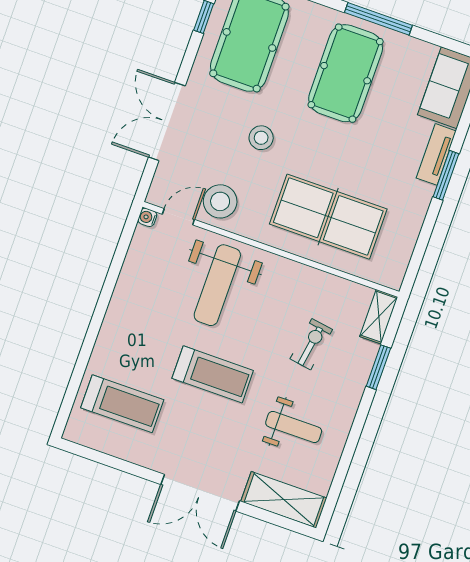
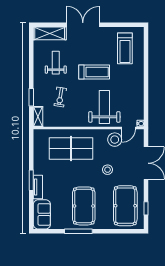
treadmill: (213, 374) -> (94, 72), turned 180
treadmill: (122, 404) -> (125, 48), turned -90
weight bench: (294, 427) -> (56, 63), turned 90

